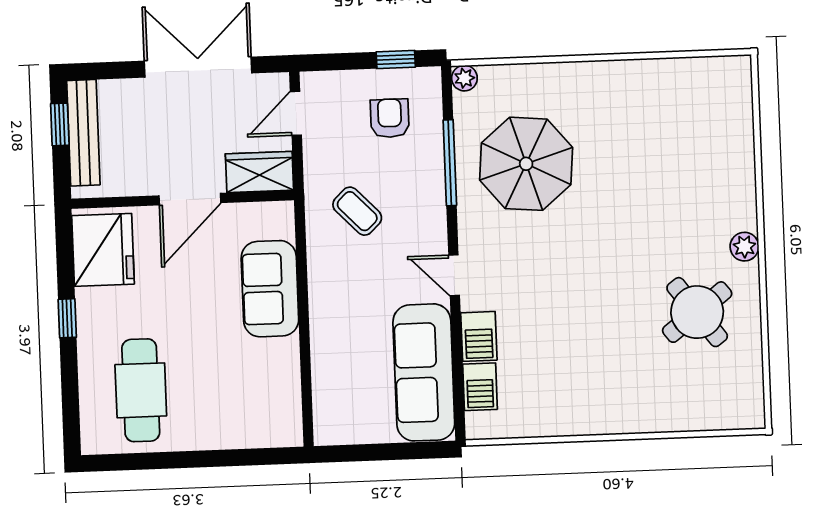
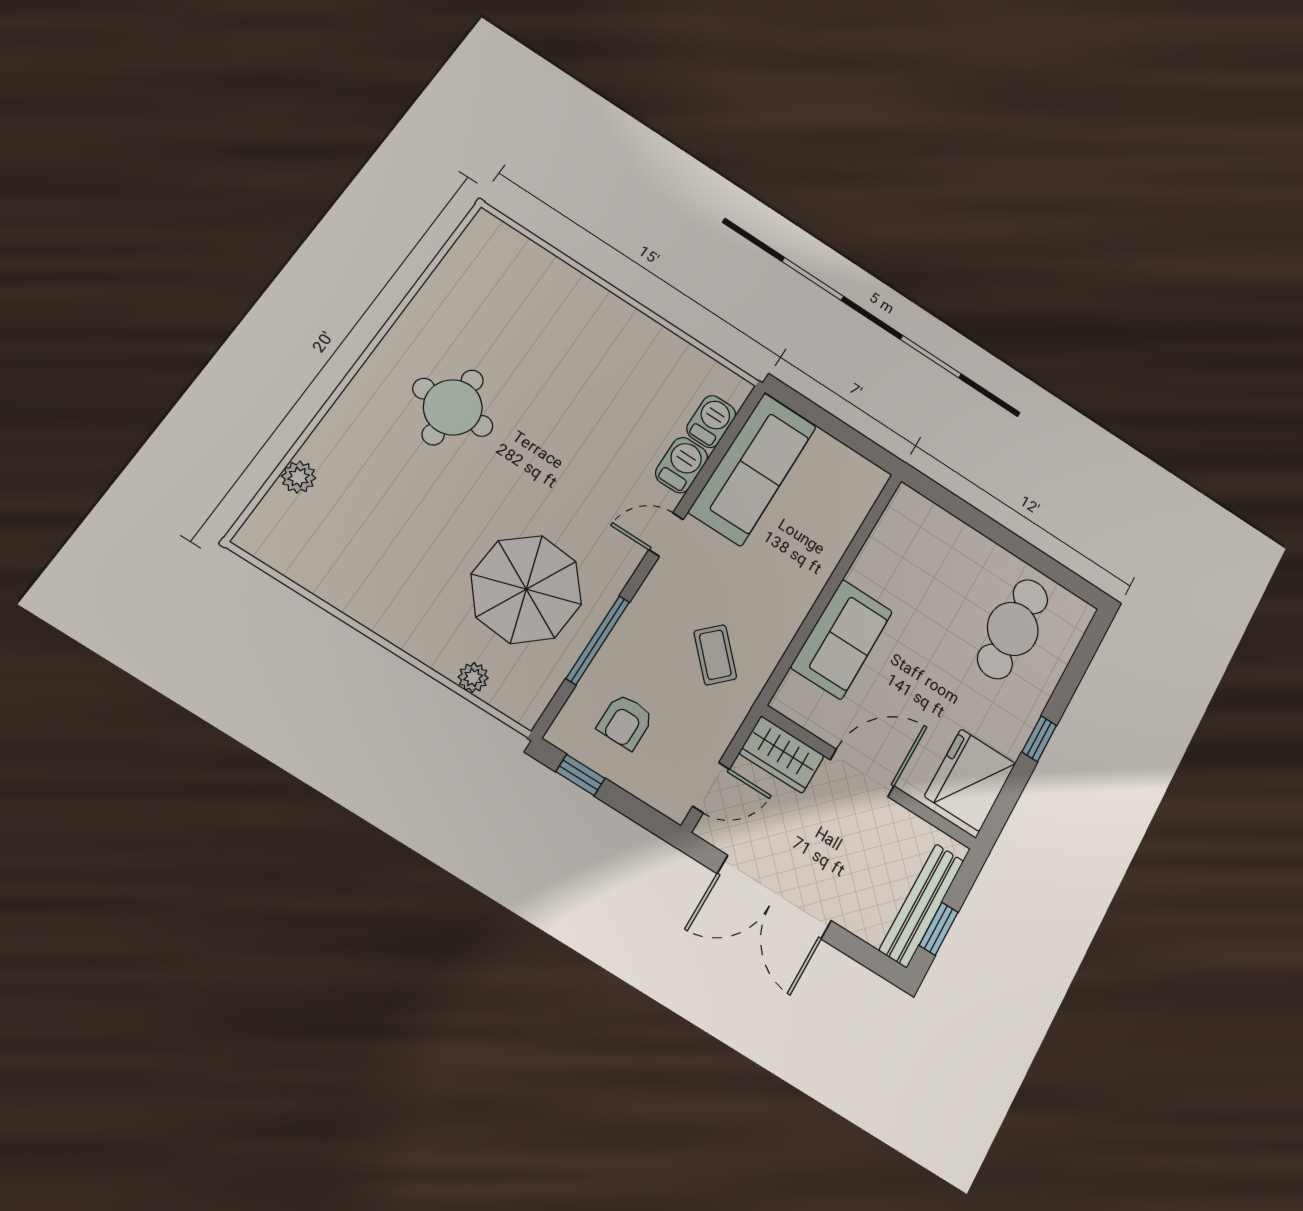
plant: (464, 78) -> (473, 677), moved
plant: (744, 247) -> (299, 477), moved
door: (454, 275) -> (666, 535), swing flipped
round table: (697, 312) -> (453, 407), moved, turned 37

